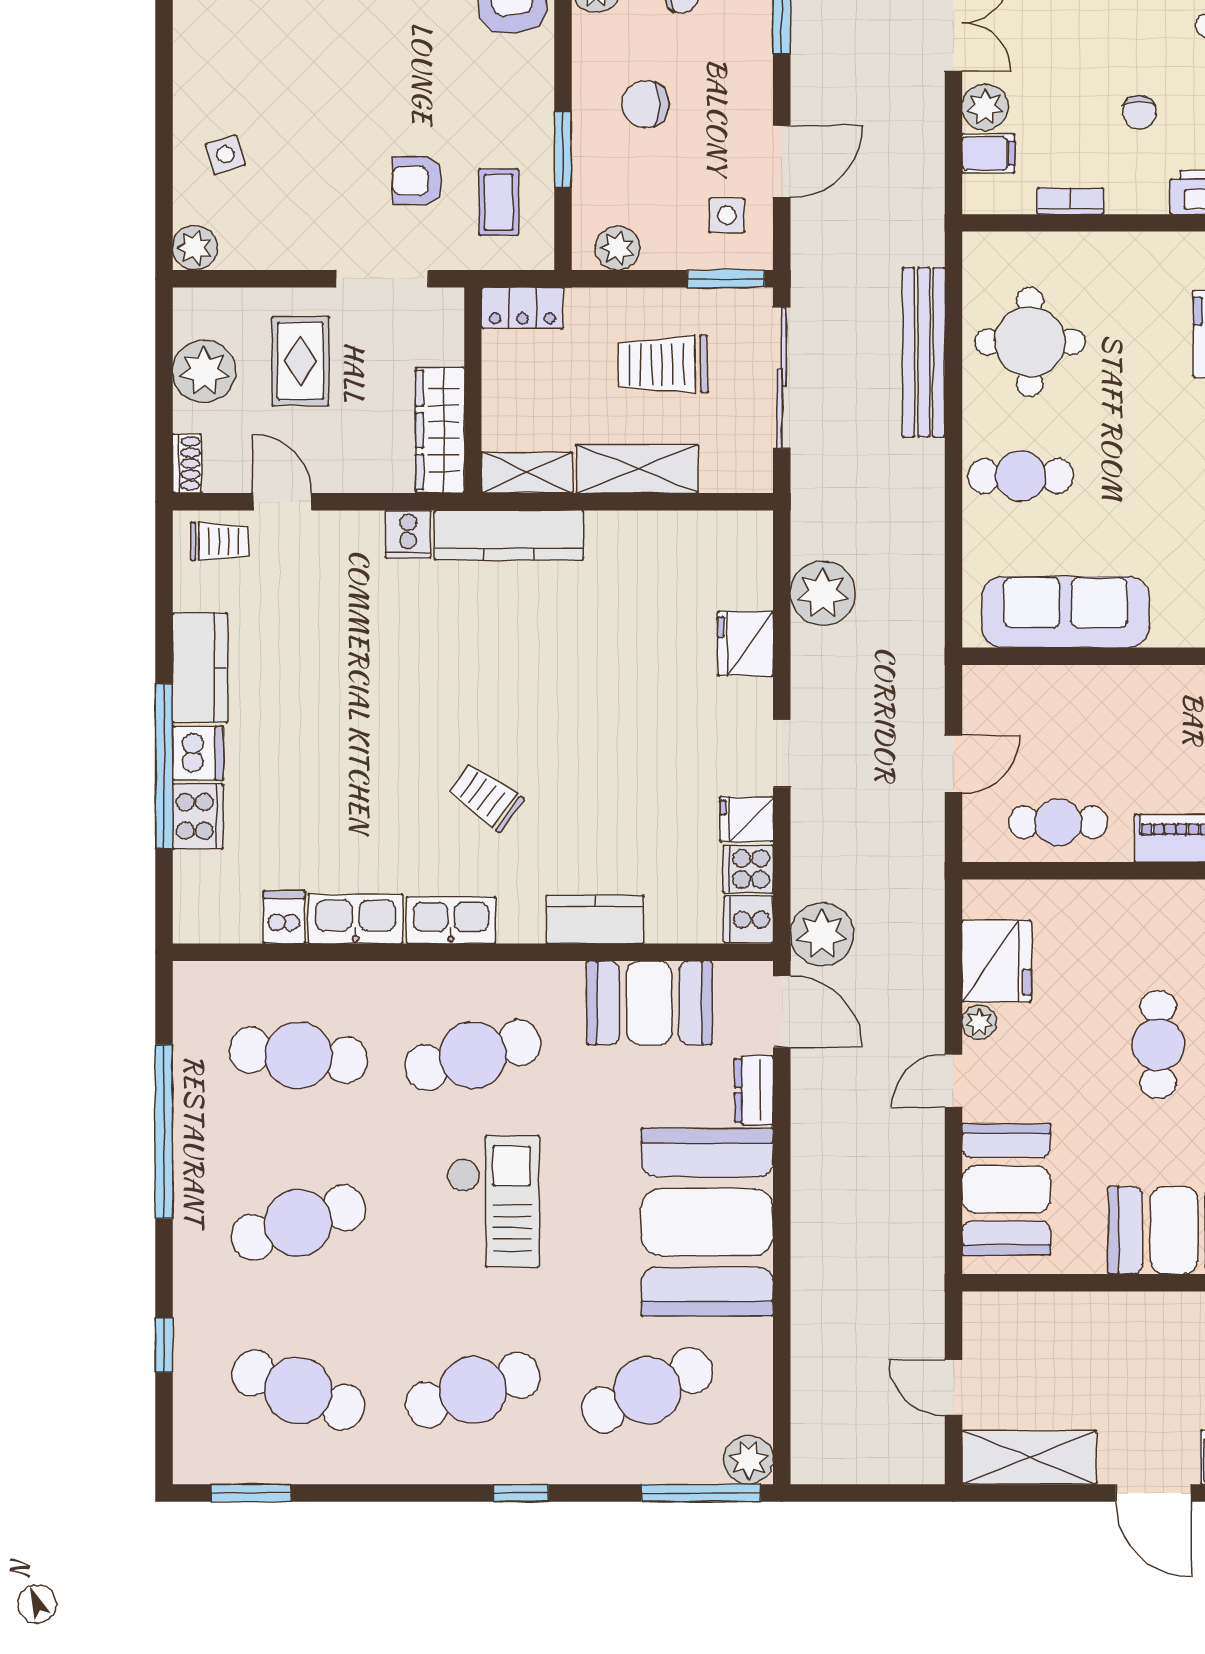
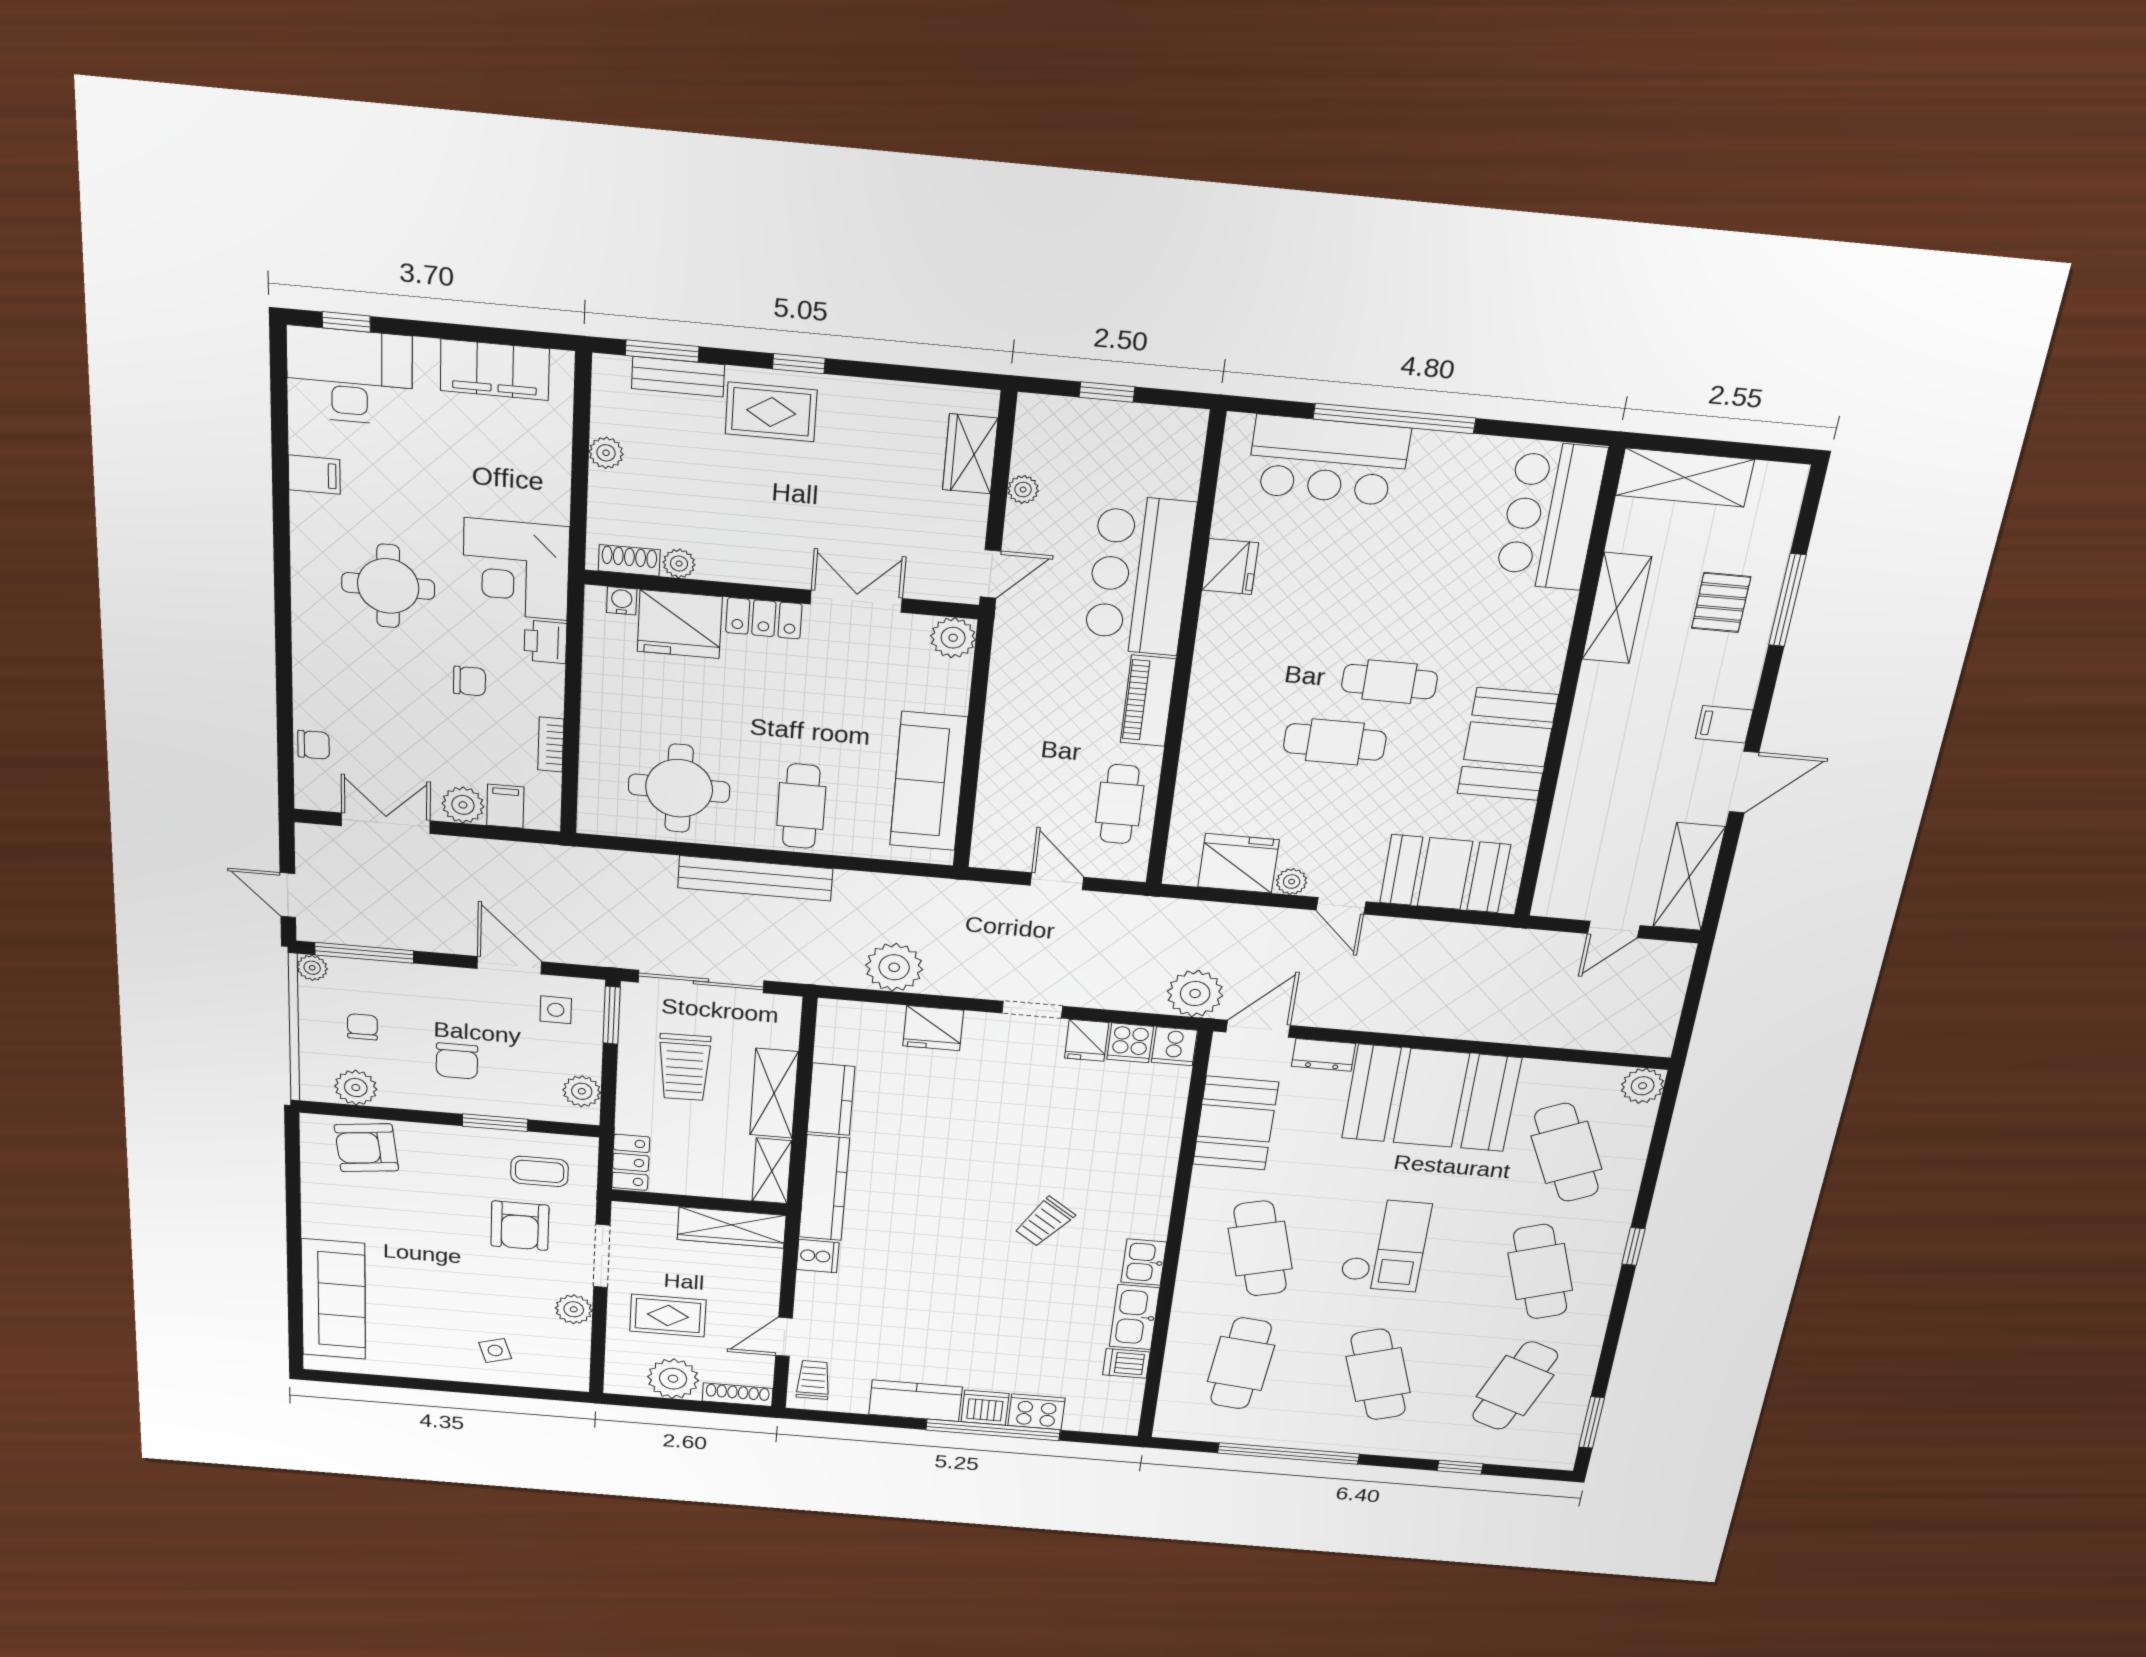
armchair: (417, 181) -> (520, 1226), width x1.38, depth x1.38
plant: (195, 248) -> (574, 1309), moved
bench: (924, 352) -> (755, 878), moved
shoe rack: (187, 464) -> (738, 1395), width x1.43
kitchen counter: (595, 919) -> (831, 1099), moved, turned 180
kitchen sink: (451, 920) -> (1144, 1262), width x0.73
checkout: (493, 1201) -> (1385, 1245), turned 90
window: (701, 1493) -> (1663, 1122), removed

